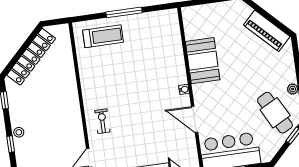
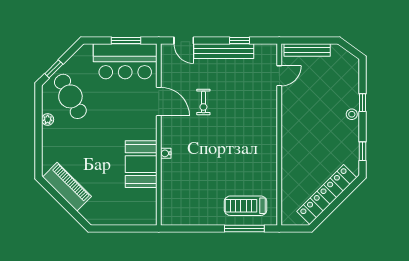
window: (124, 12) -> (244, 228), moved
water cooler: (184, 89) -> (166, 153), moved
exercise bike: (102, 121) -> (203, 102), moved

